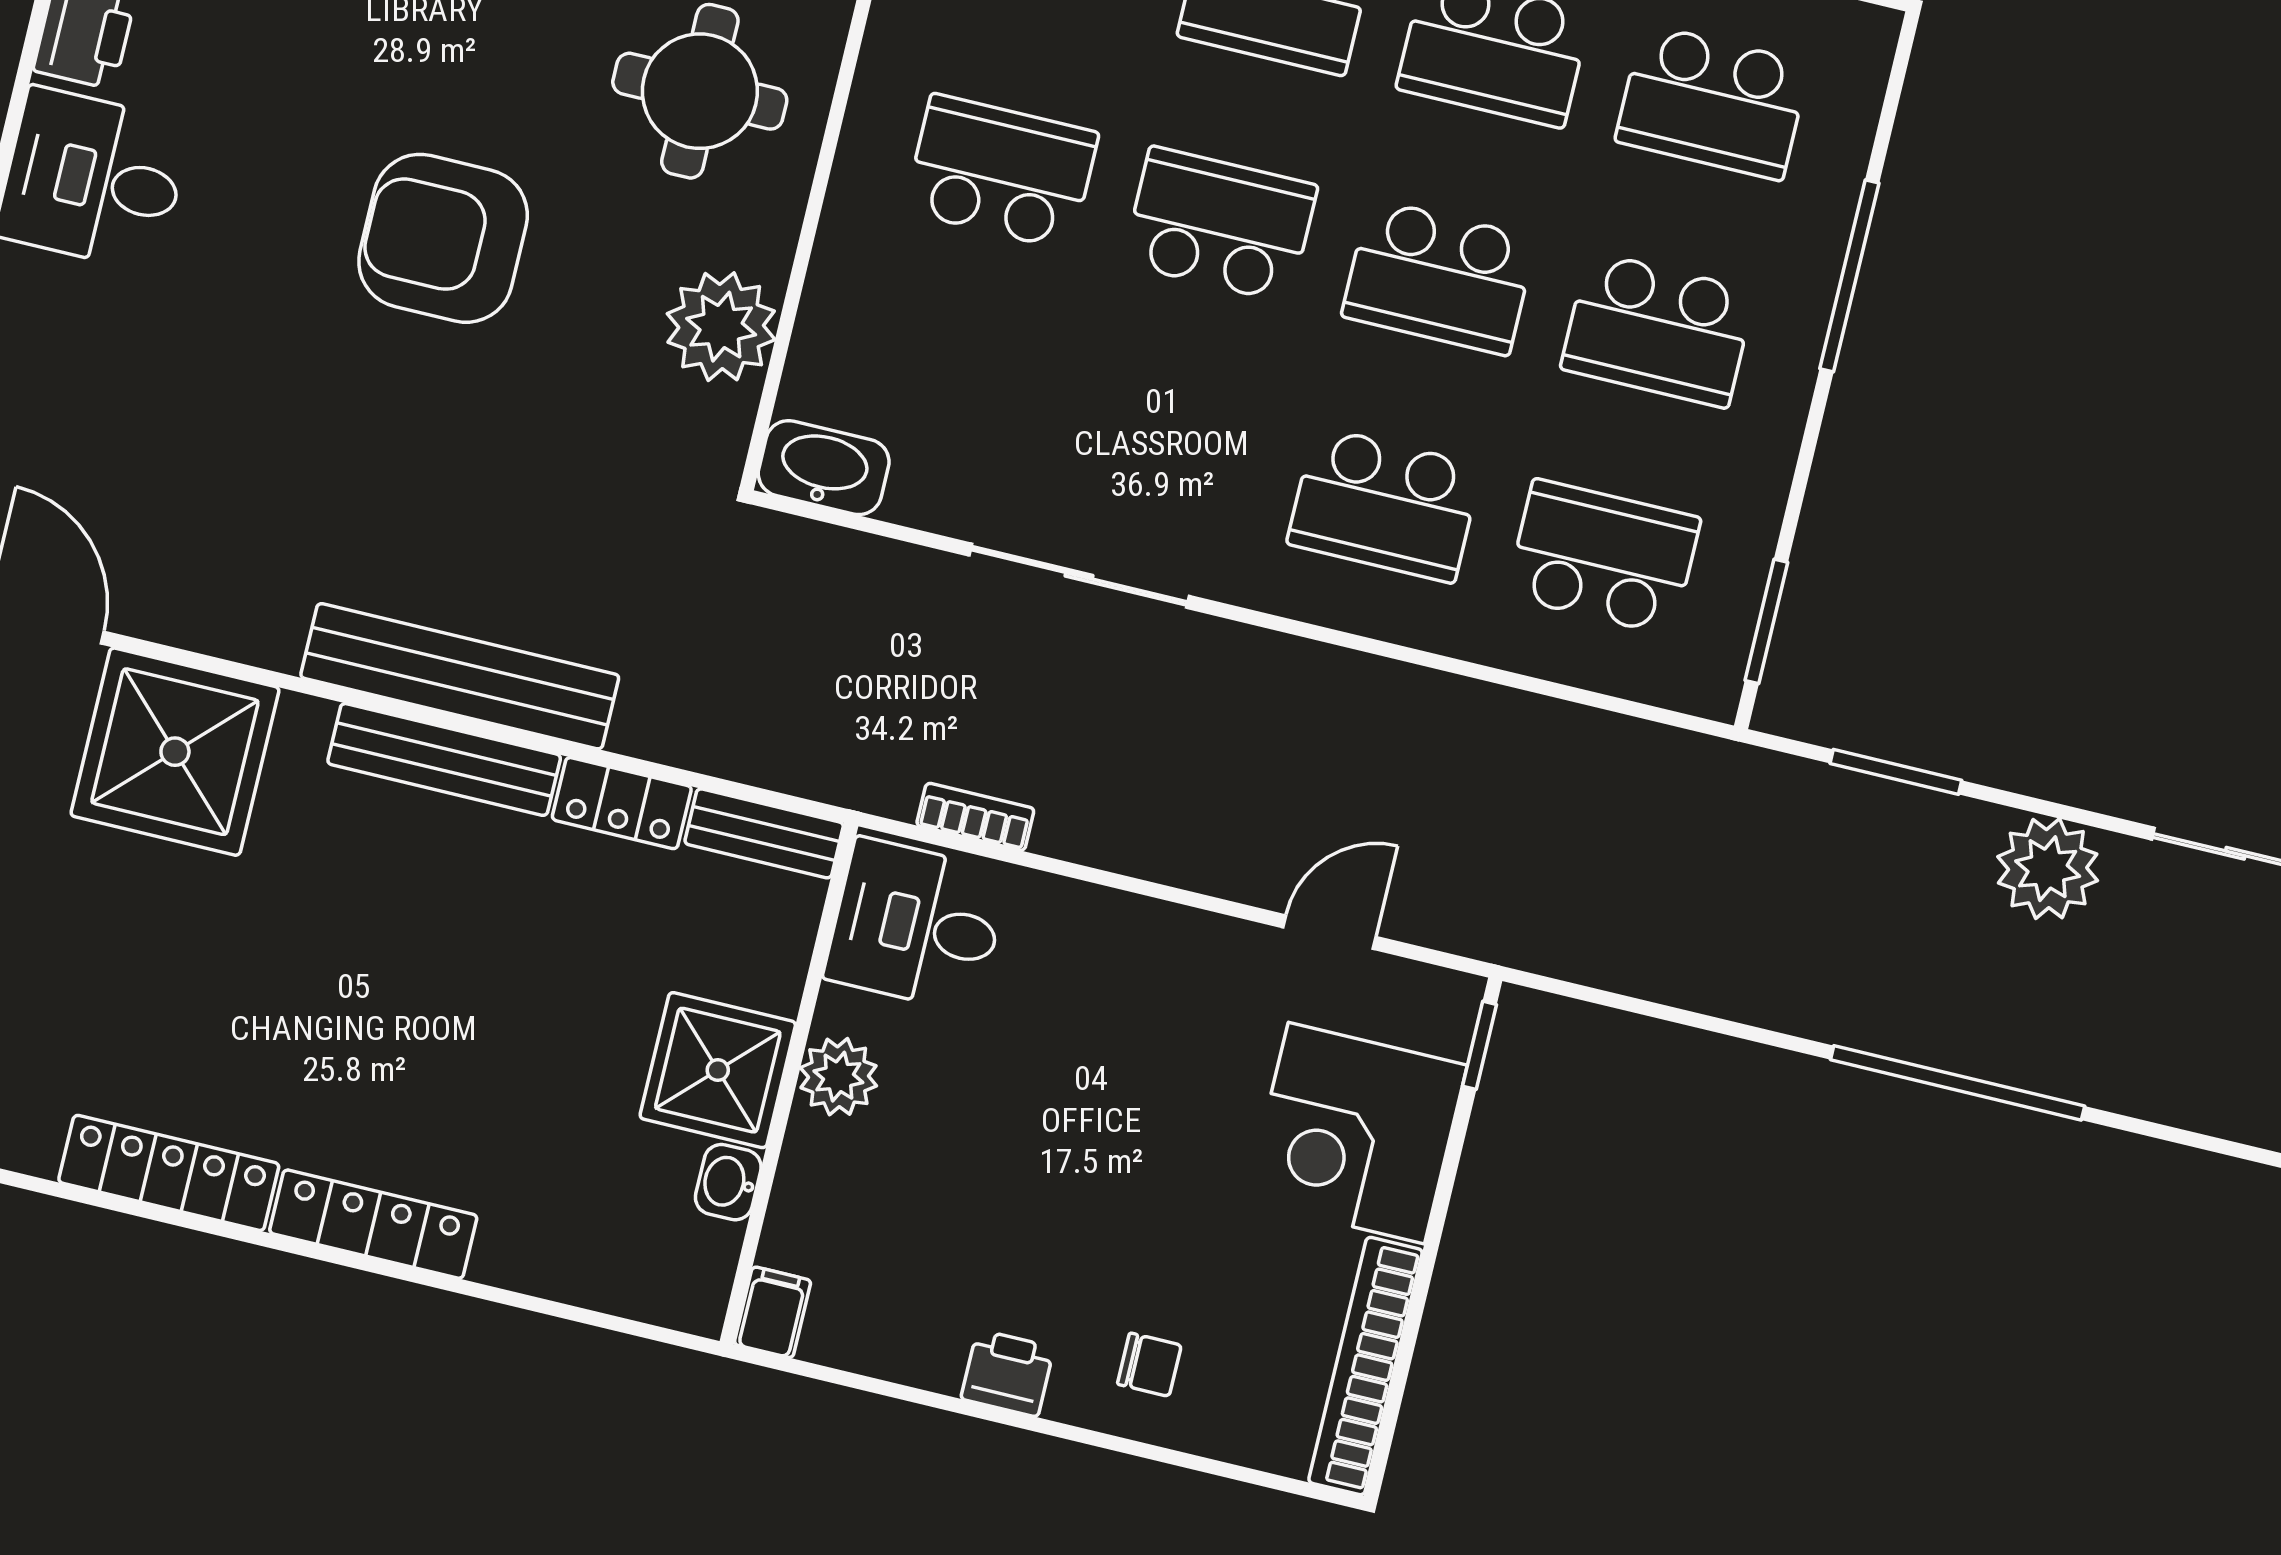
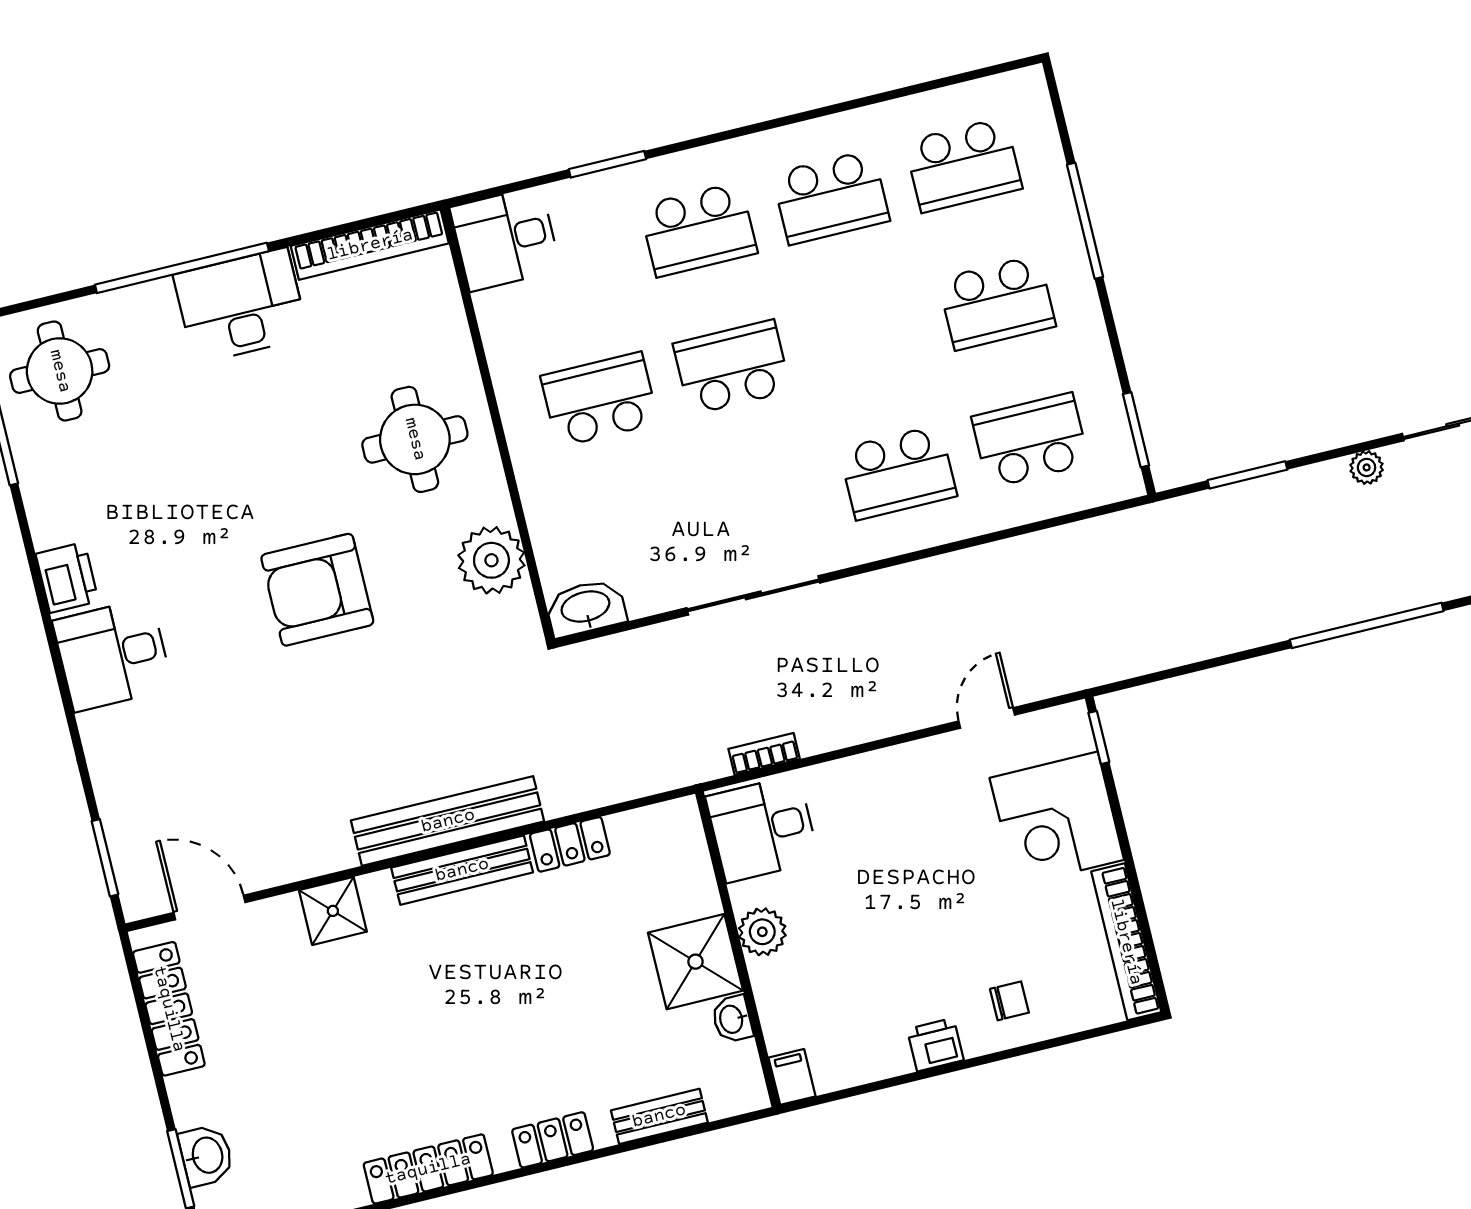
school desk: (1439, 277) -> (864, 335), removed
shower: (175, 752) -> (333, 911), width x0.54, depth x0.54
bench: (764, 833) -> (659, 1116), moved
plant: (2048, 869) -> (1367, 467), width x0.53, depth x0.53
locker: (373, 1224) -> (553, 1140), width x0.66

